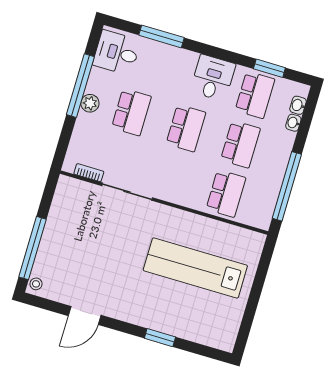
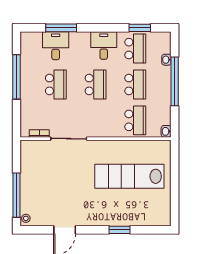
desk: (117, 53) -> (56, 46), moved, turned 90
plant: (90, 103) -> (26, 87), removed
washbasin: (298, 105) -> (166, 131), moved
window: (287, 186) -> (175, 81), moved

